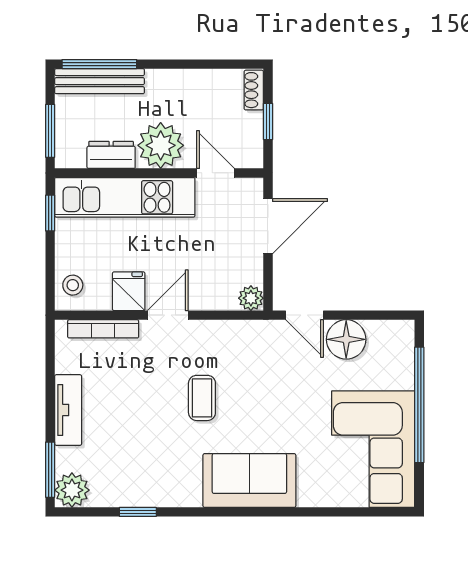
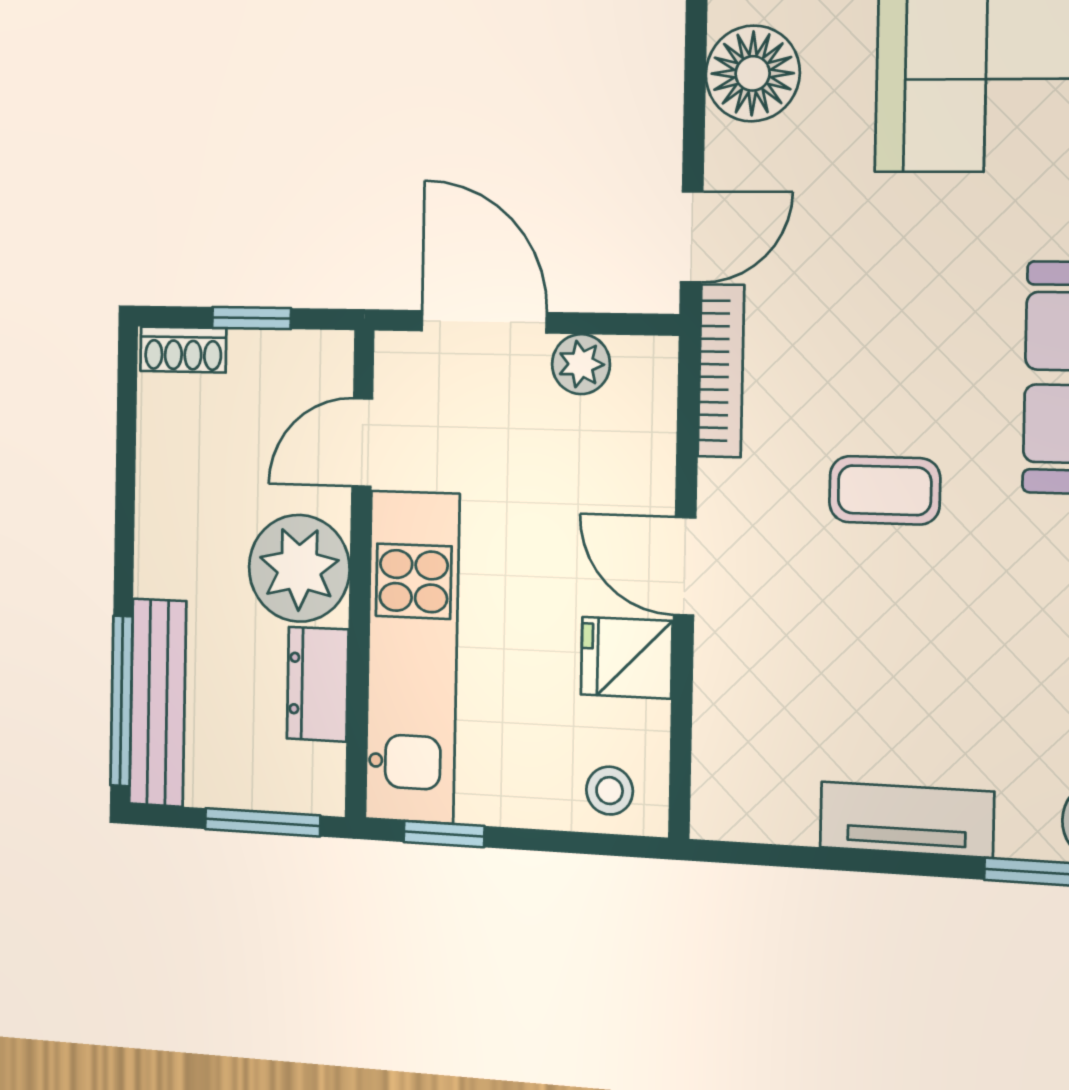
plant: (251, 298) -> (581, 364), moved
bookcase: (103, 329) -> (721, 371), moved
floor lamp: (346, 339) -> (753, 73), moved

